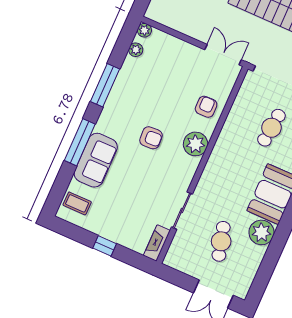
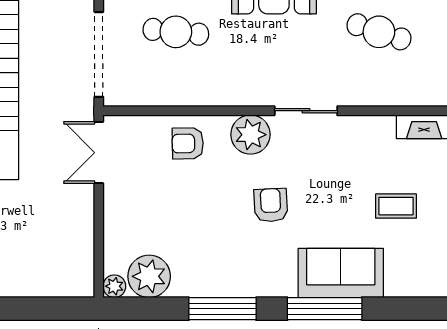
plant: (136, 50) -> (149, 276), width x1.87, depth x1.87
coffee table: (77, 203) -> (396, 206), moved, turned 90
sliding door: (182, 211) -> (306, 111), moved
cafe table: (221, 241) -> (379, 32), turned 33

